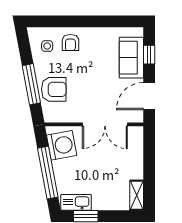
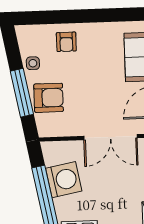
side table: (47, 46) -> (33, 63), moved
washing machine: (62, 145) -> (64, 180), moved

